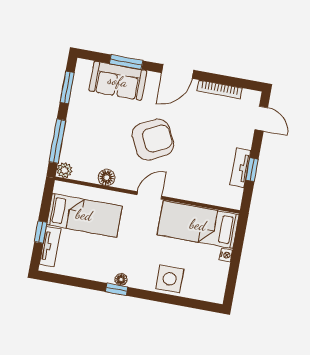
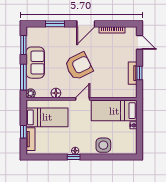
sofa: (118, 81) -> (35, 63), moved, turned -90

